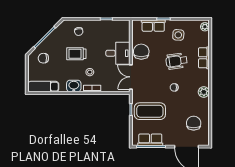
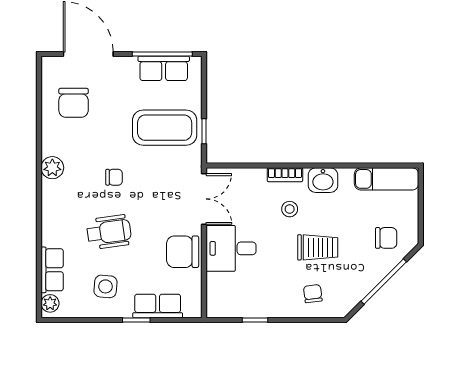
chair: (141, 52) -> (183, 252), turned 90
row of seats: (204, 58) -> (52, 270), moved

